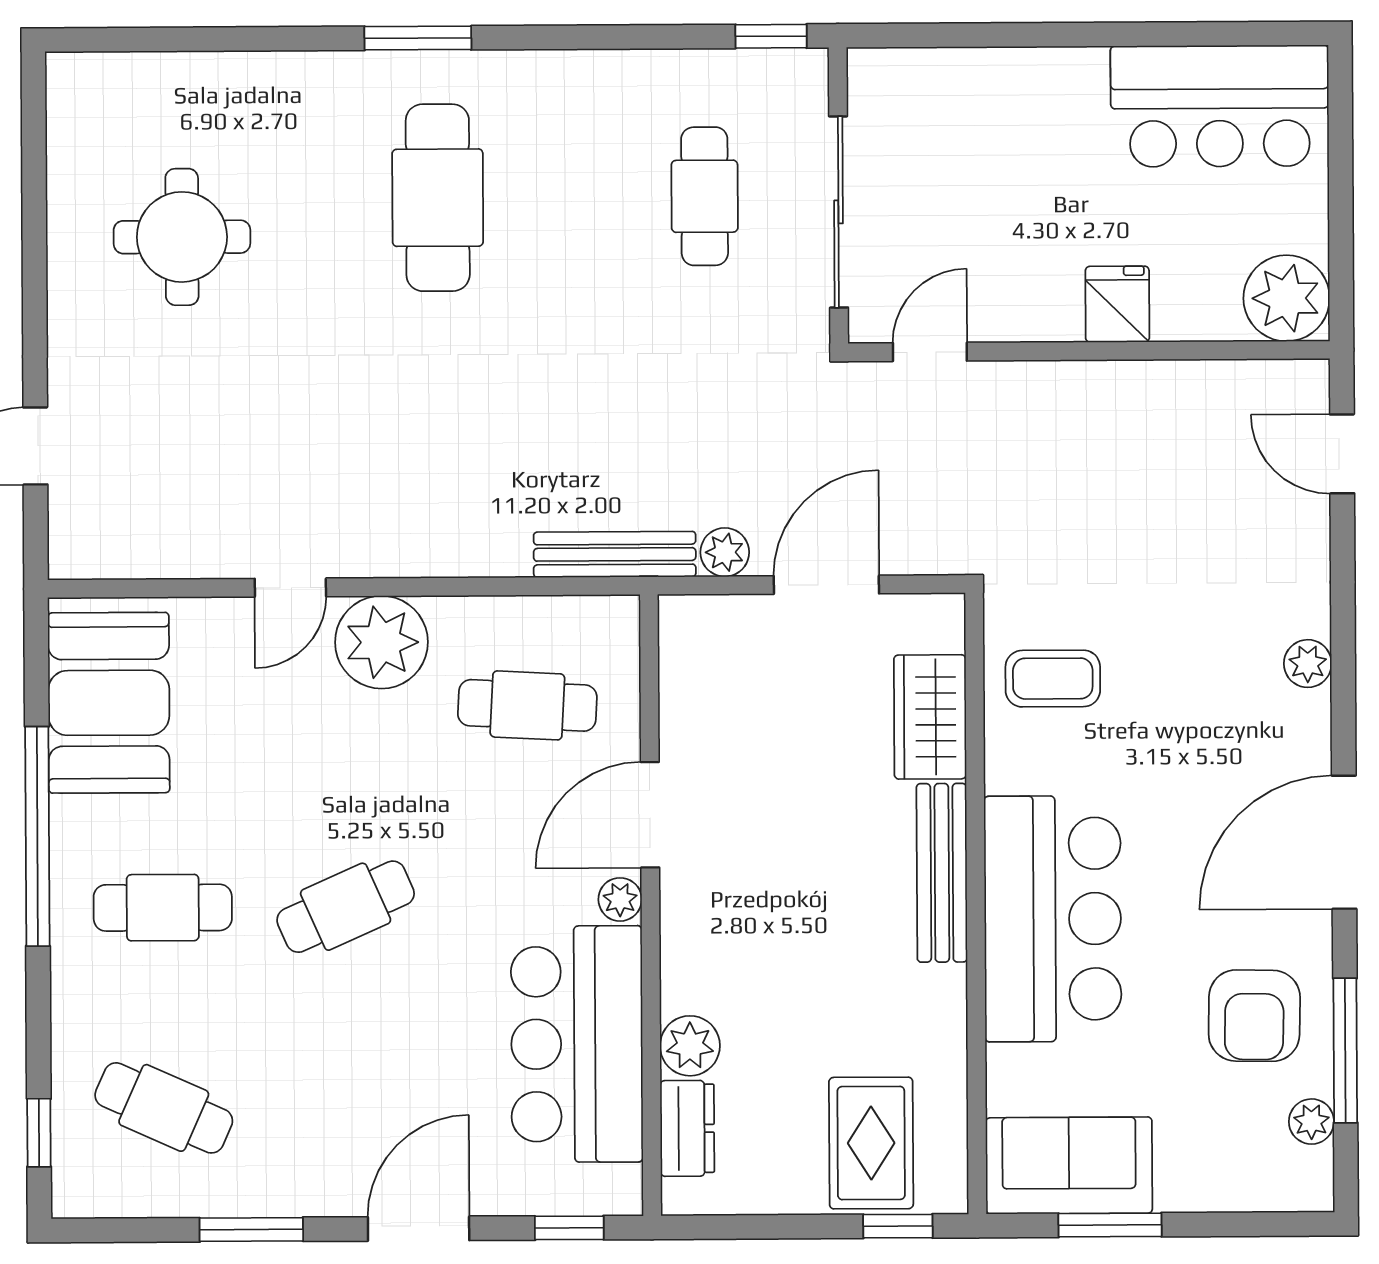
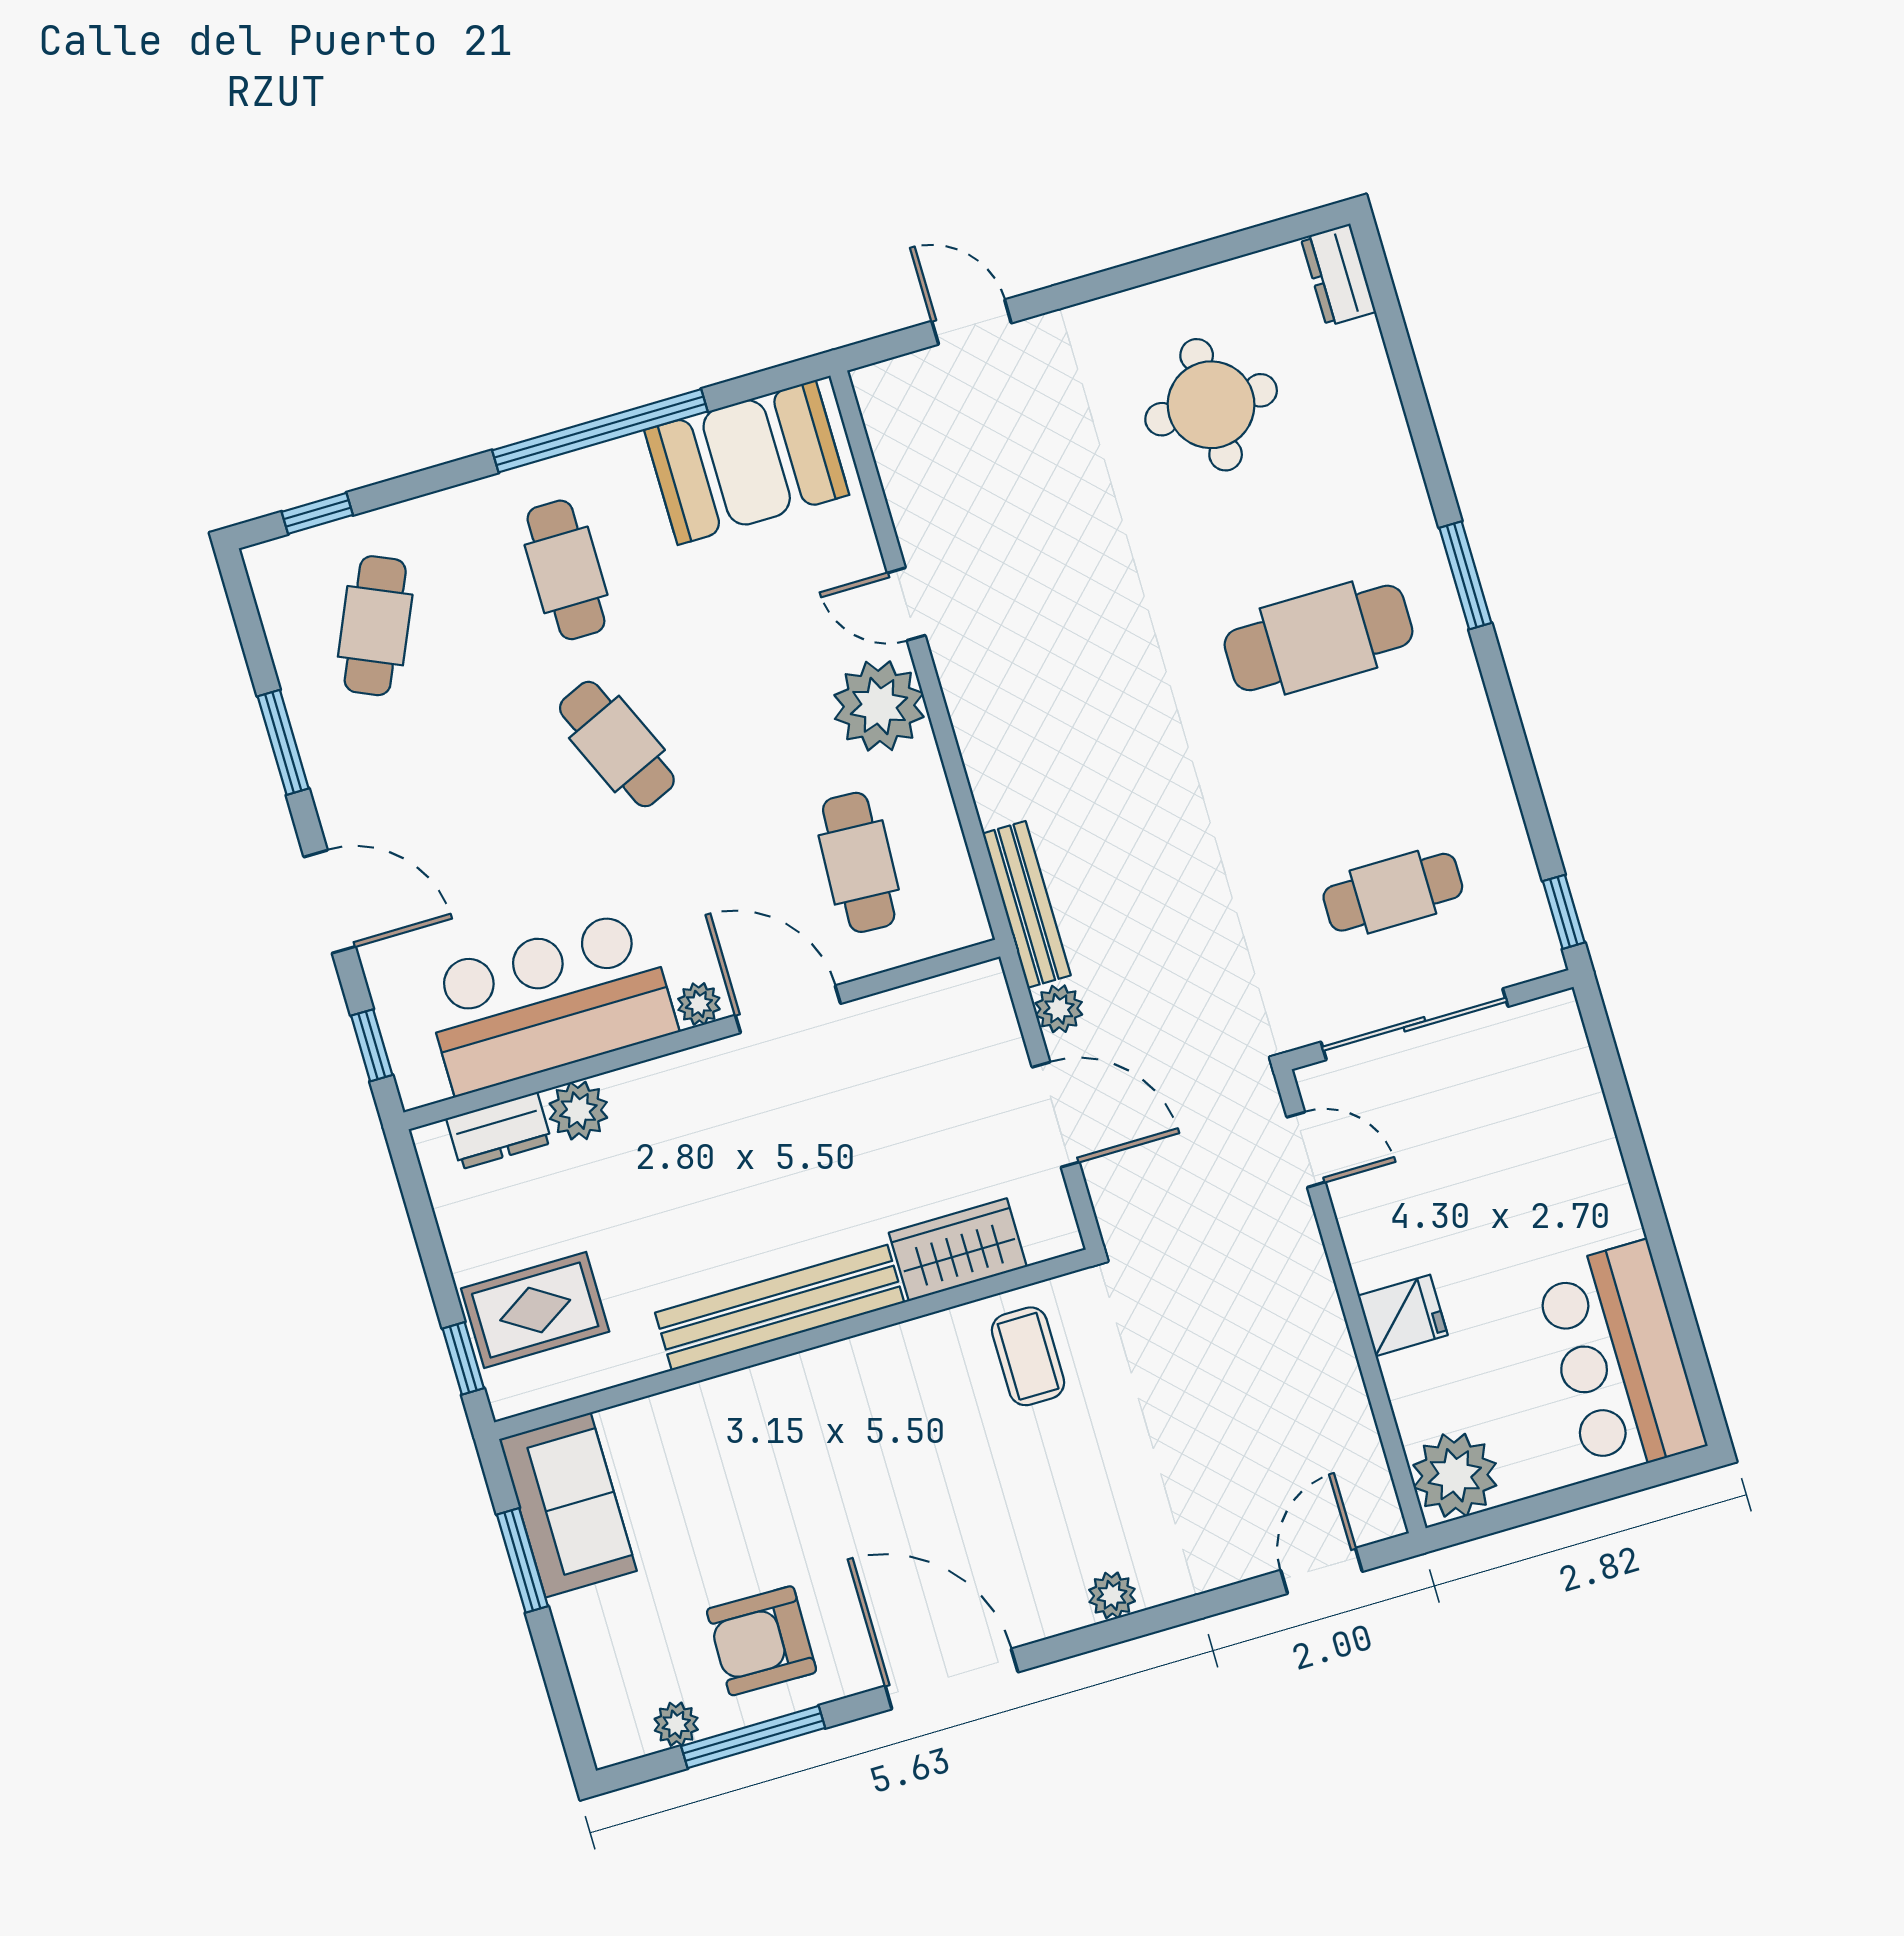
dresser: (92, 78) -> (1338, 275), added
bench: (942, 873) -> (780, 1308), width x1.37, depth x1.21
bar counter: (1053, 919) -> (799, 1422), removed

